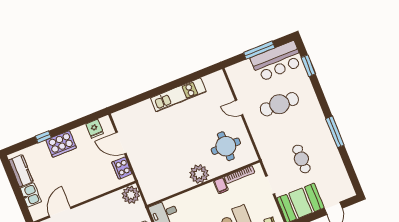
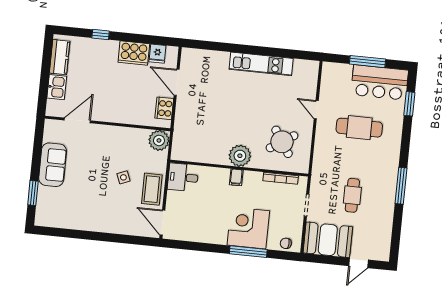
cooker: (61, 144) -> (134, 53), moved
round table: (226, 146) -> (282, 142), turned -33
filing cabinet: (221, 186) -> (236, 177), moved

